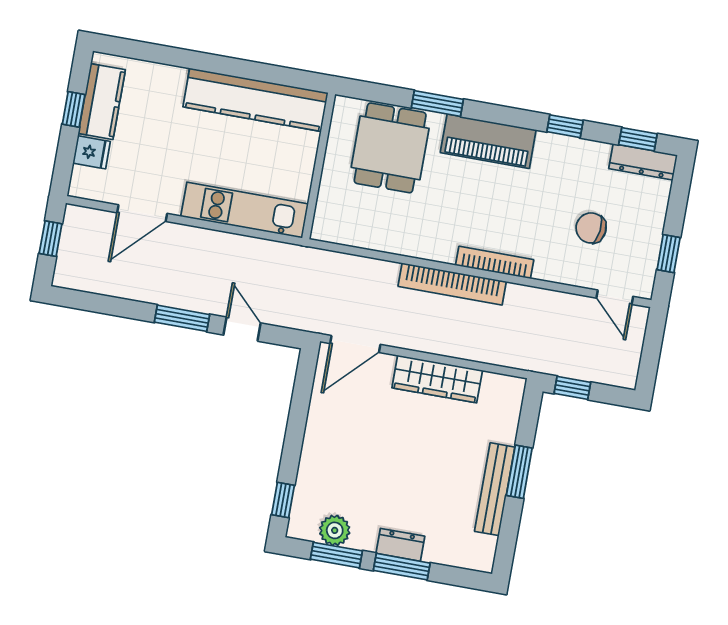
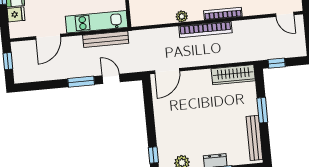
plant: (413, 246) -> (182, 16), added
bench: (253, 249) -> (106, 39), added
wardrobe: (437, 379) -> (233, 75), moved
bench: (495, 489) -> (254, 138), moved

